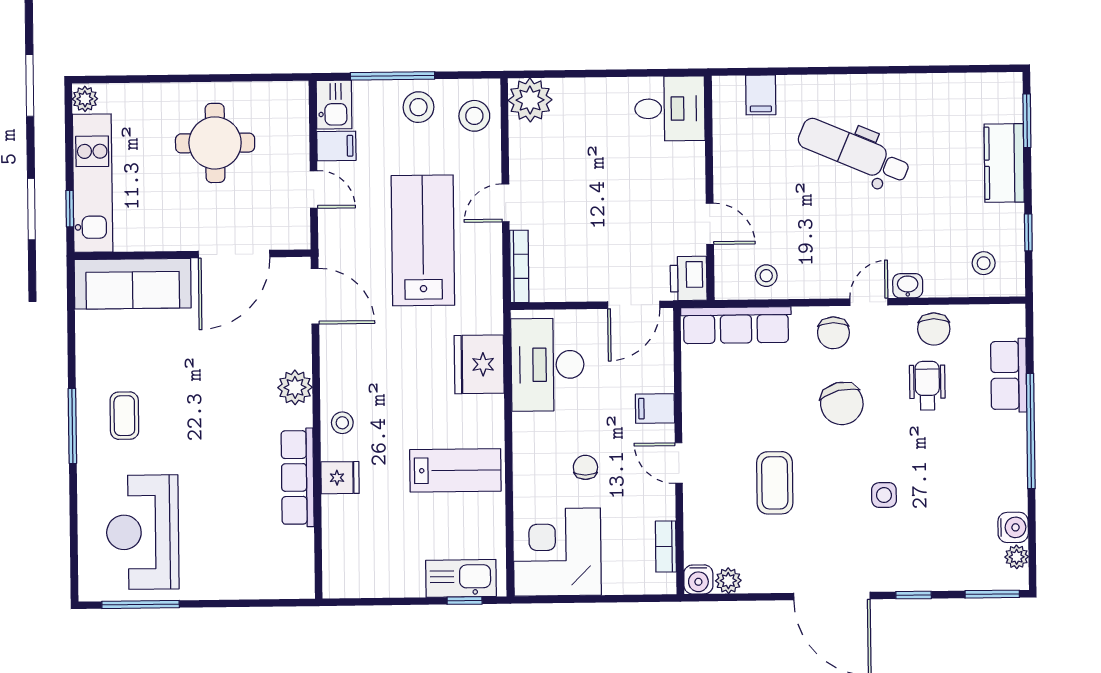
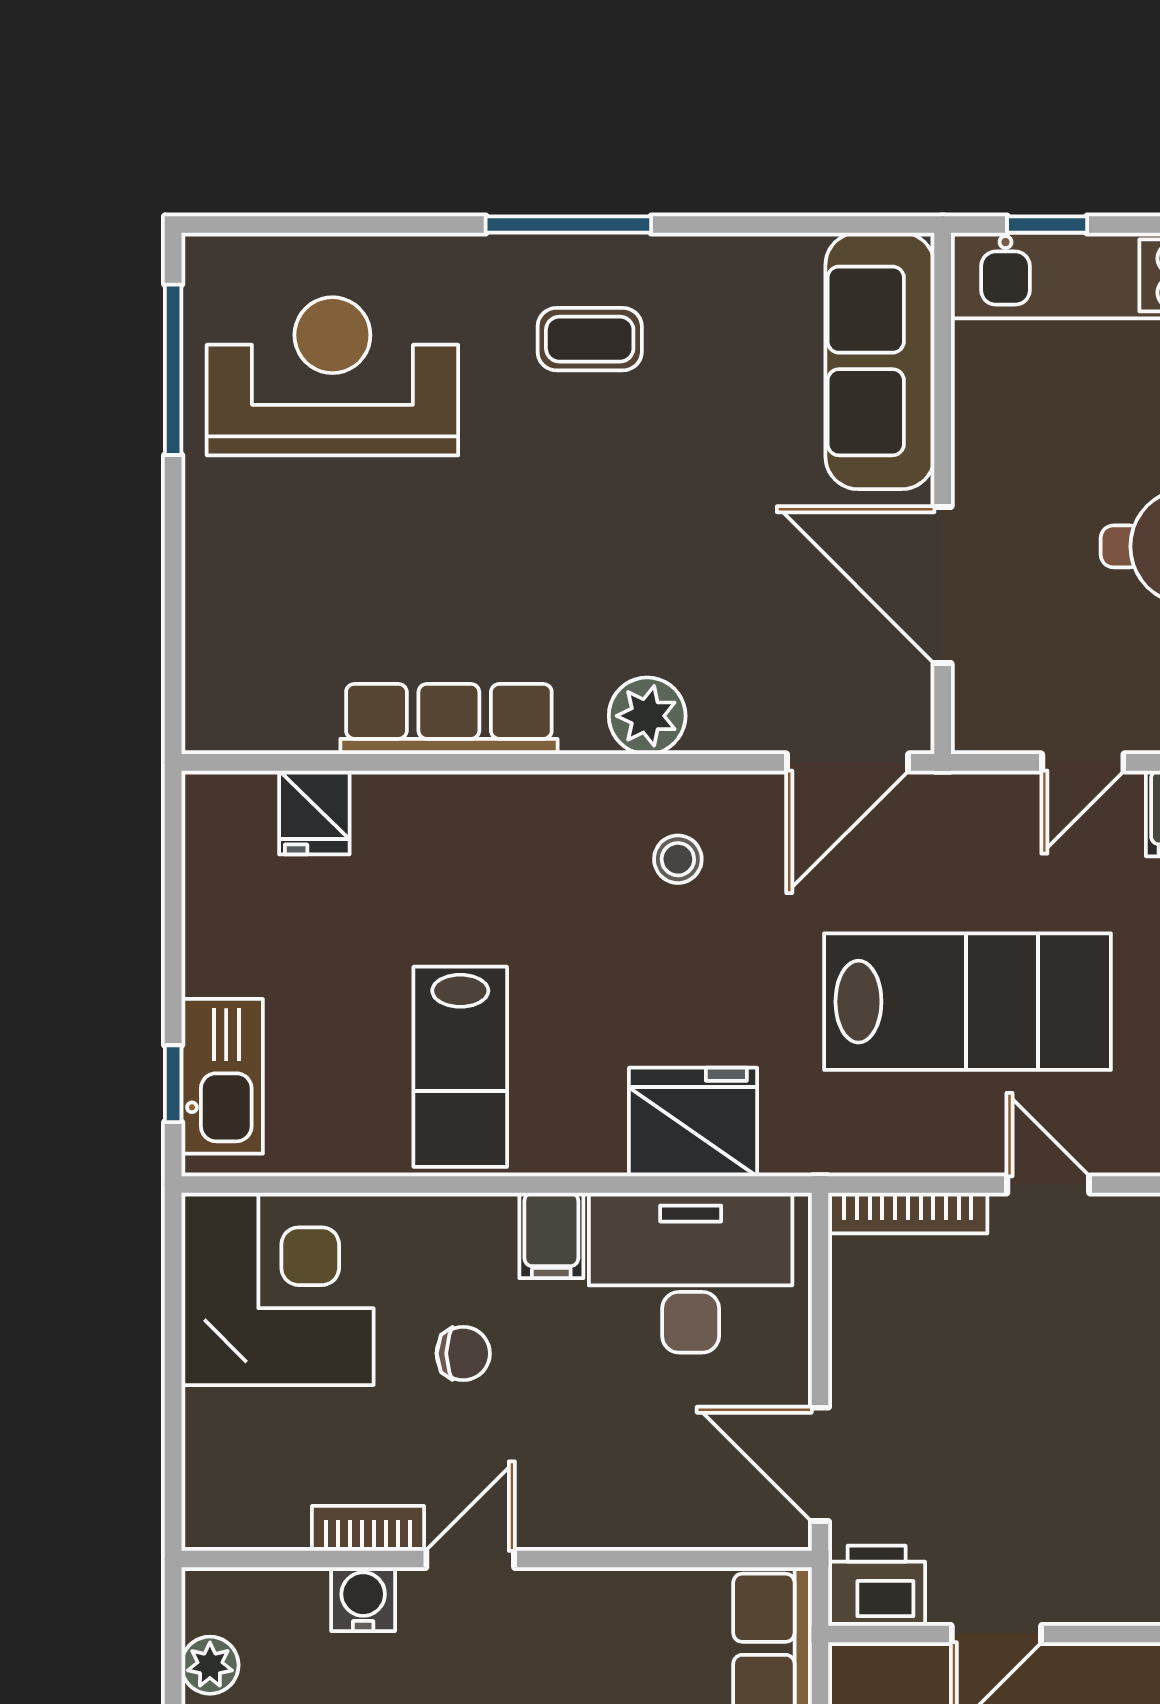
filing cabinet: (655, 408) -> (551, 1235), moved, turned 180
stool: (342, 423) -> (678, 859), moved
fridge: (340, 478) -> (314, 813), moved
bookcase: (666, 547) -> (368, 1528), moved
water cooler: (698, 579) -> (363, 1599), moved, turned 90

